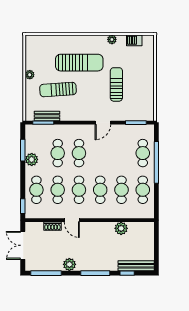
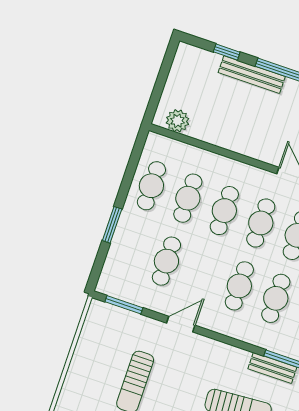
cafe table: (143, 153) -> (166, 261), moved
window: (156, 162) -> (112, 225), width x0.47
plant: (121, 228) -> (178, 121), moved
bench: (136, 266) -> (252, 75), moved

